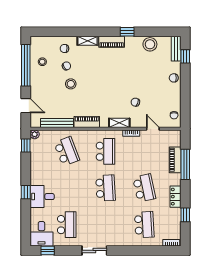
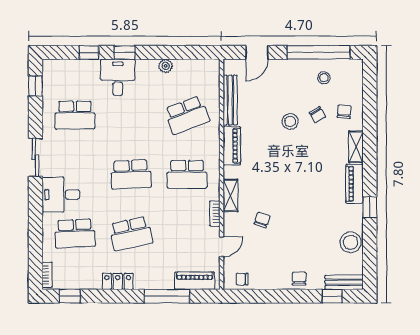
plant: (35, 134) -> (166, 66), moved
window: (26, 145) -> (89, 52), moved
piano: (175, 160) -> (195, 281), moved
window: (185, 215) -> (70, 296), moved
desk: (41, 234) -> (61, 195), moved

